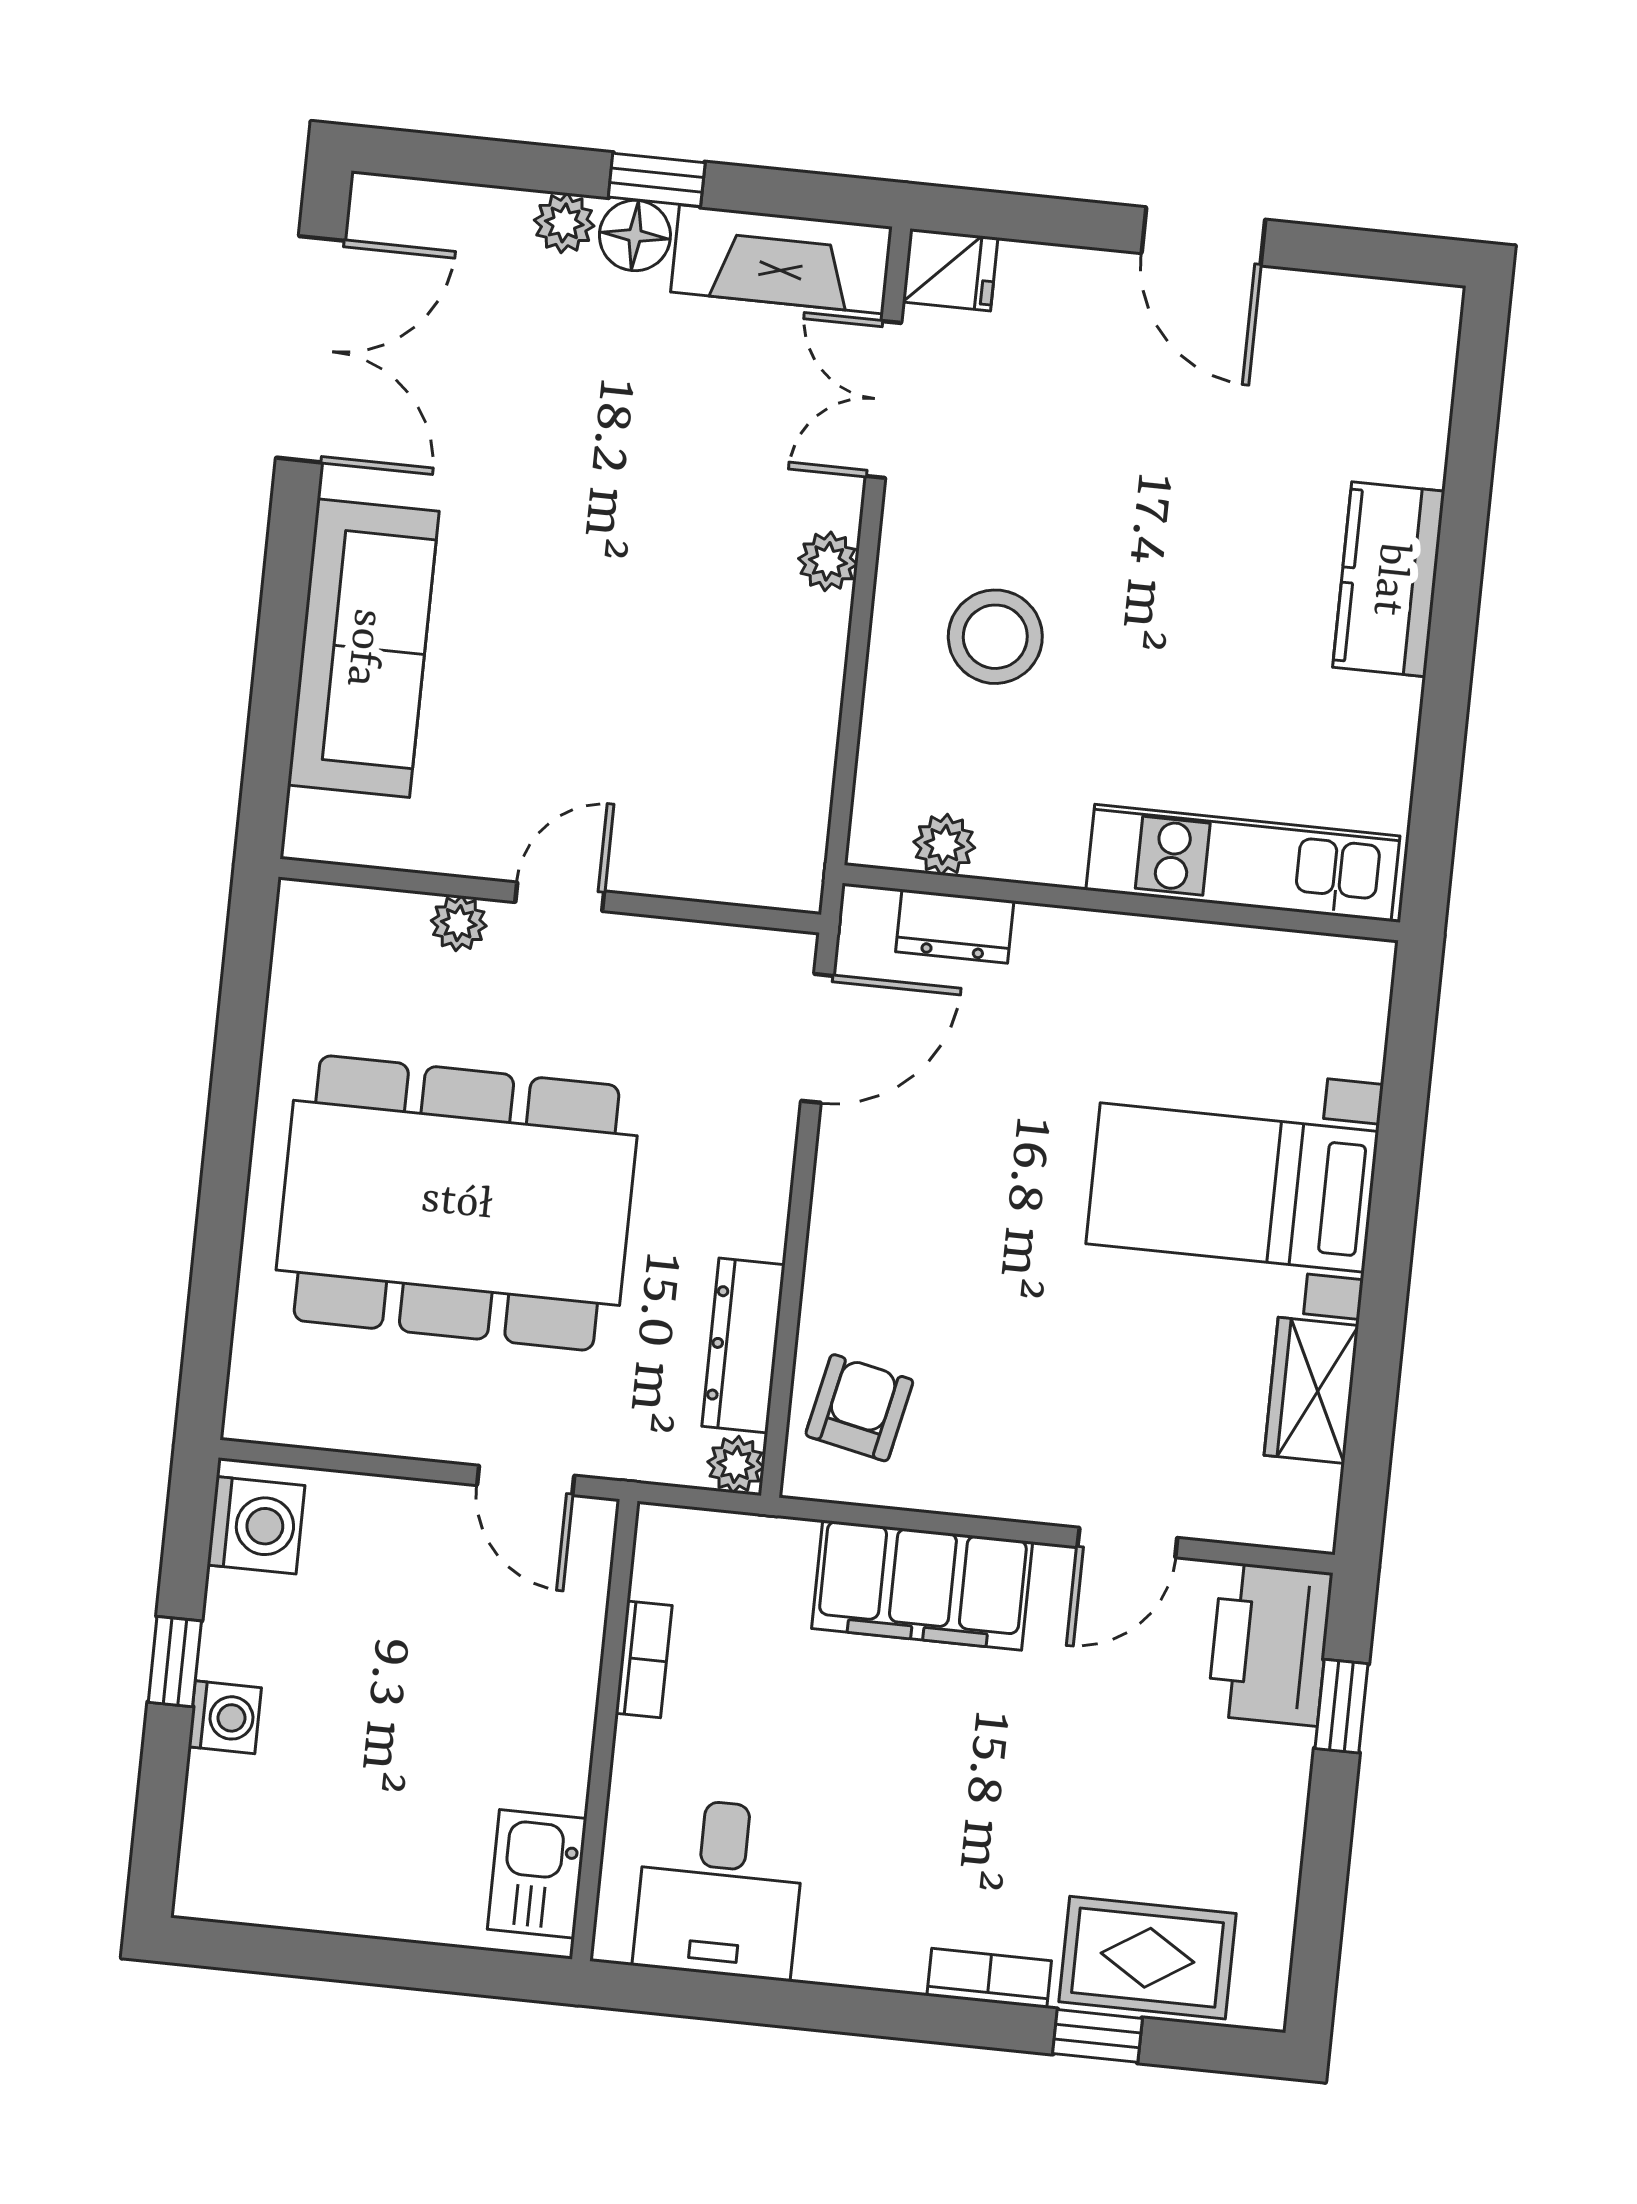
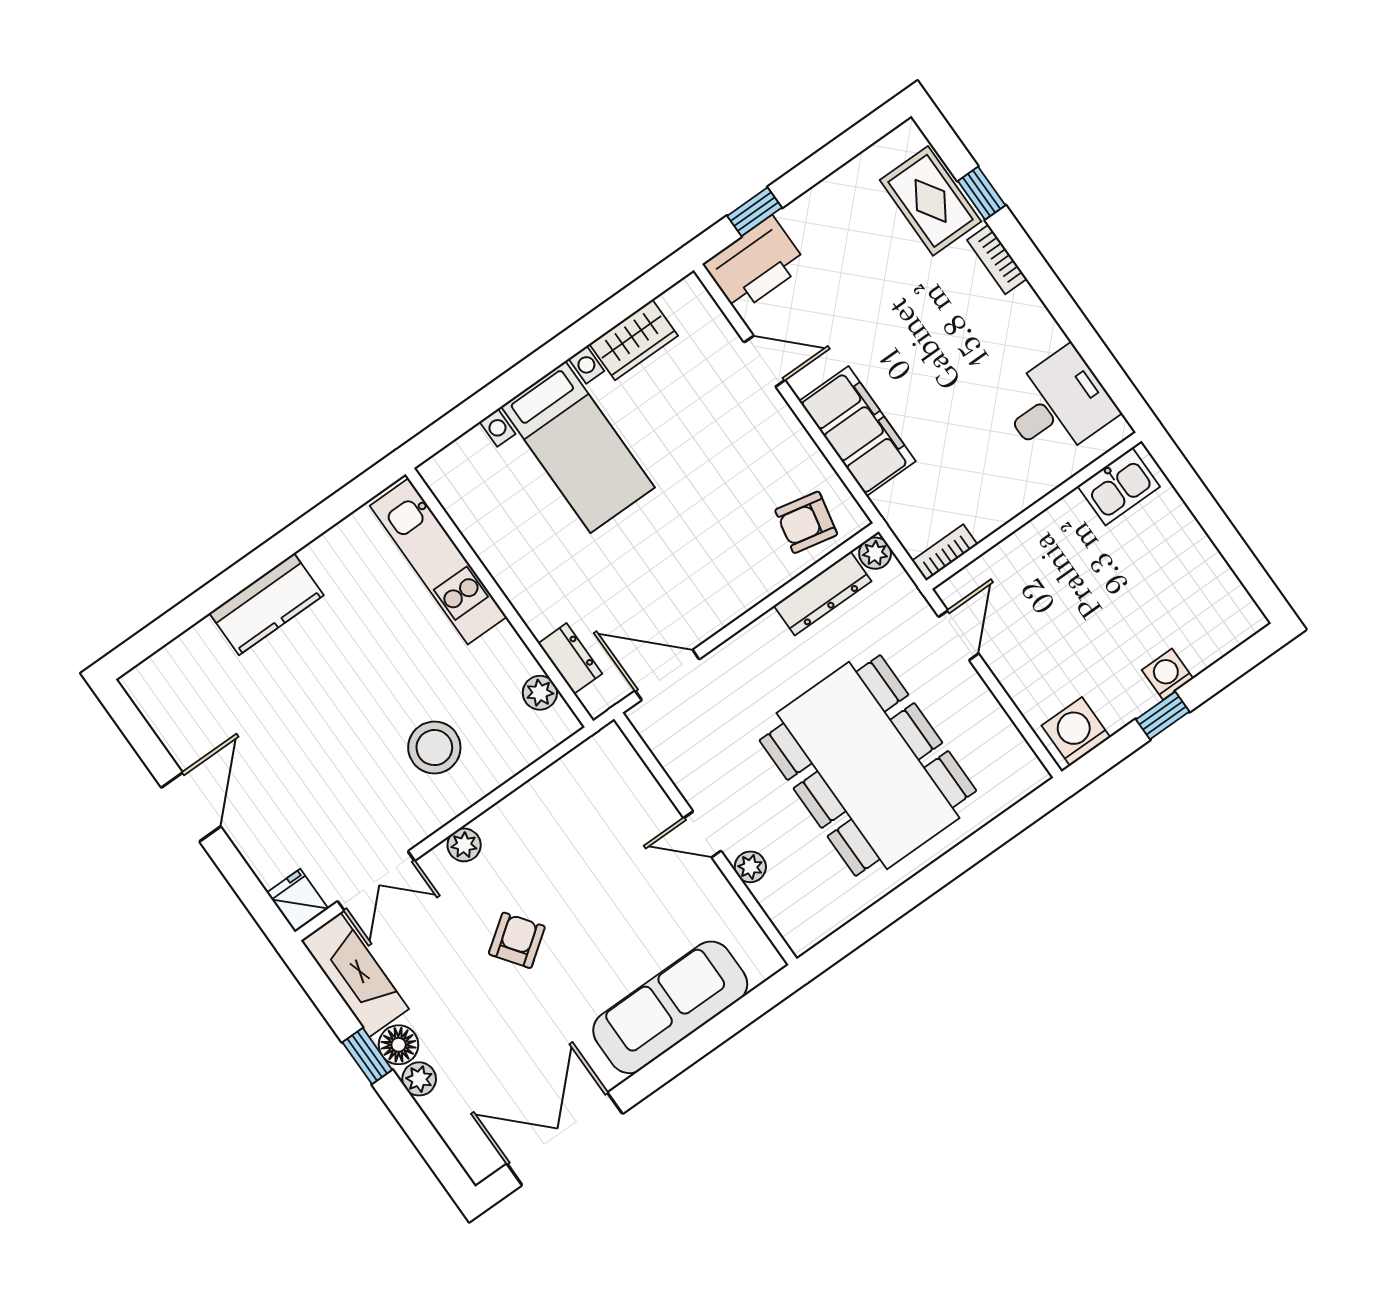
armchair: (636, 520) -> (517, 940), added
bookcase: (644, 1659) -> (945, 553), moved

